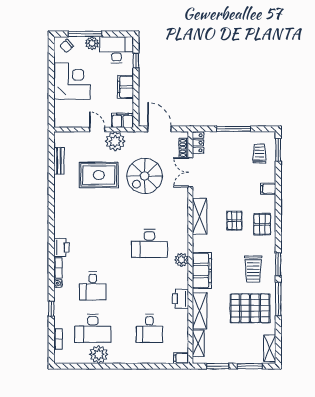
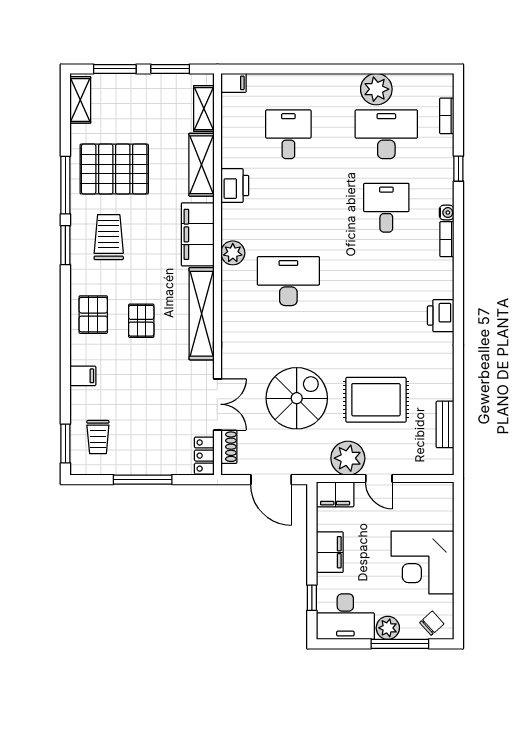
shelving: (200, 216) -> (202, 314), width x1.47
printer: (61, 247) -> (441, 316), moved

